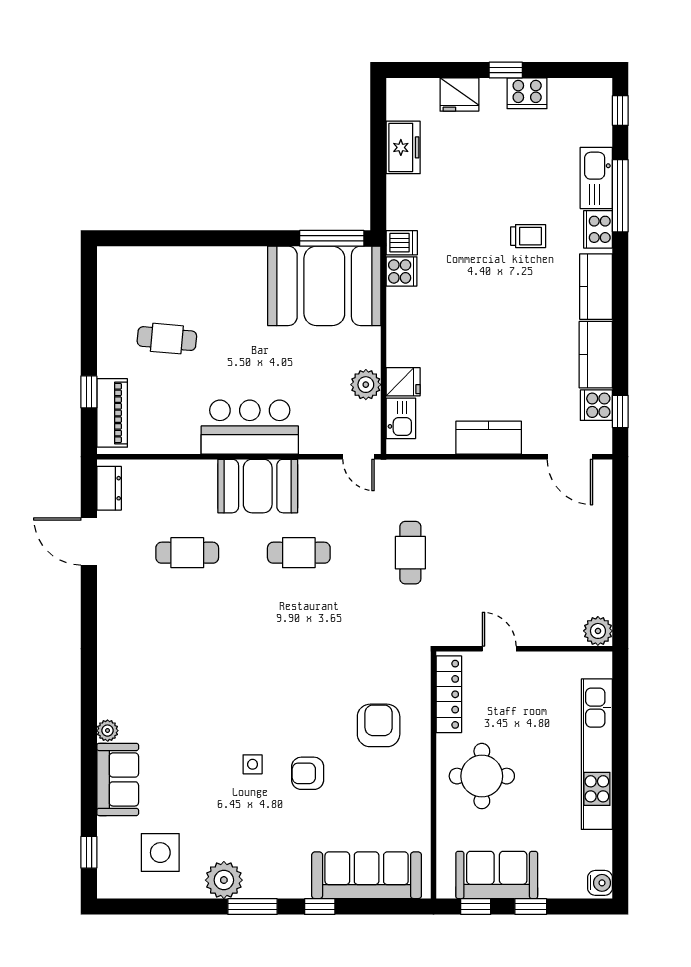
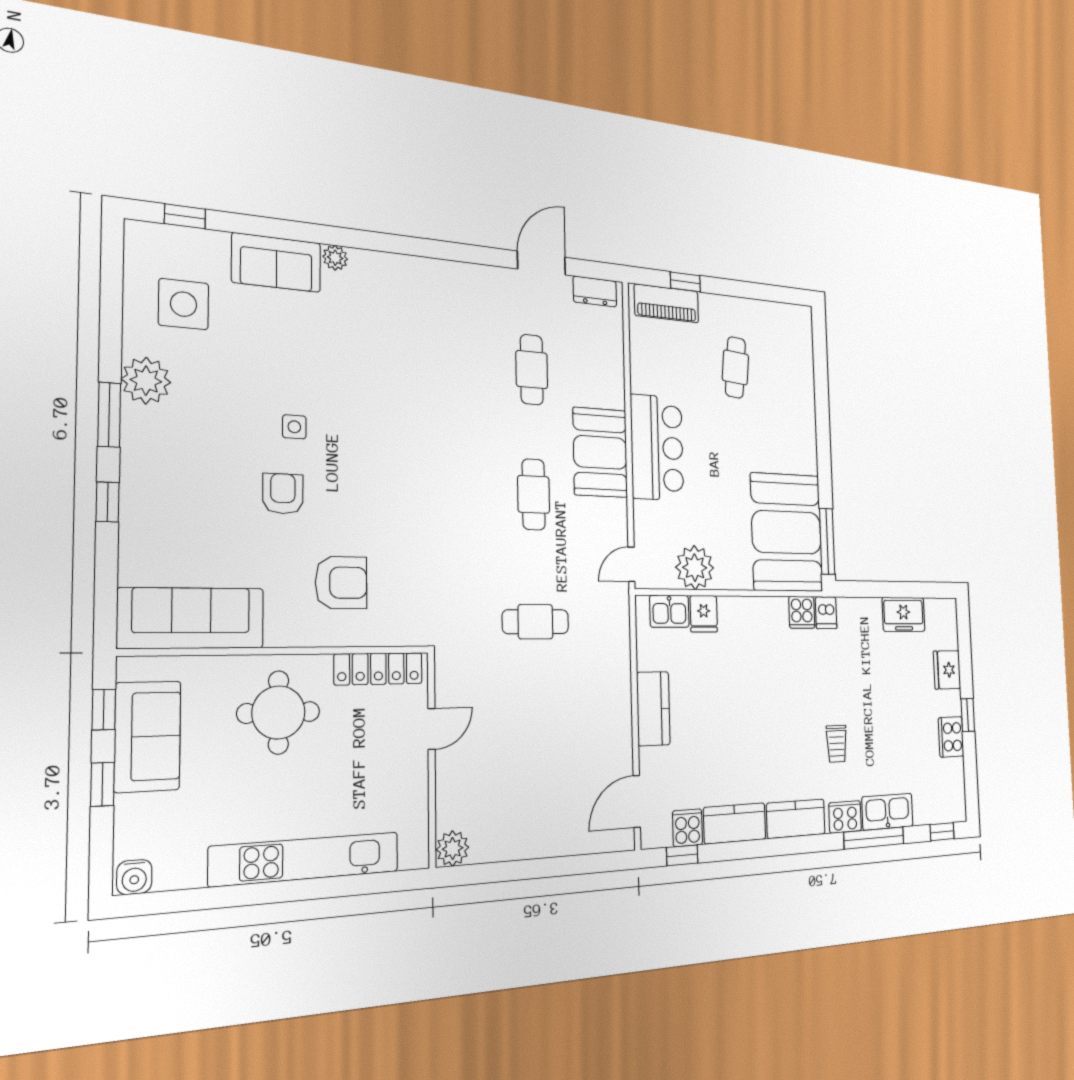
plant: (366, 385) -> (695, 568), width x1.36, depth x1.36
sofa: (367, 875) -> (191, 618), moved, turned -90

